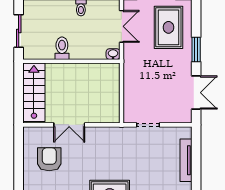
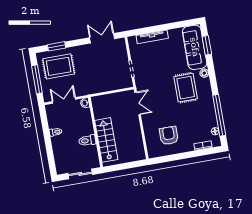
window: (196, 50) -> (57, 46), moved
stairs: (34, 92) -> (106, 140), moved, turned 90
double door: (69, 125) -> (138, 103), moved
armchair: (49, 159) -> (169, 136), turned 90

